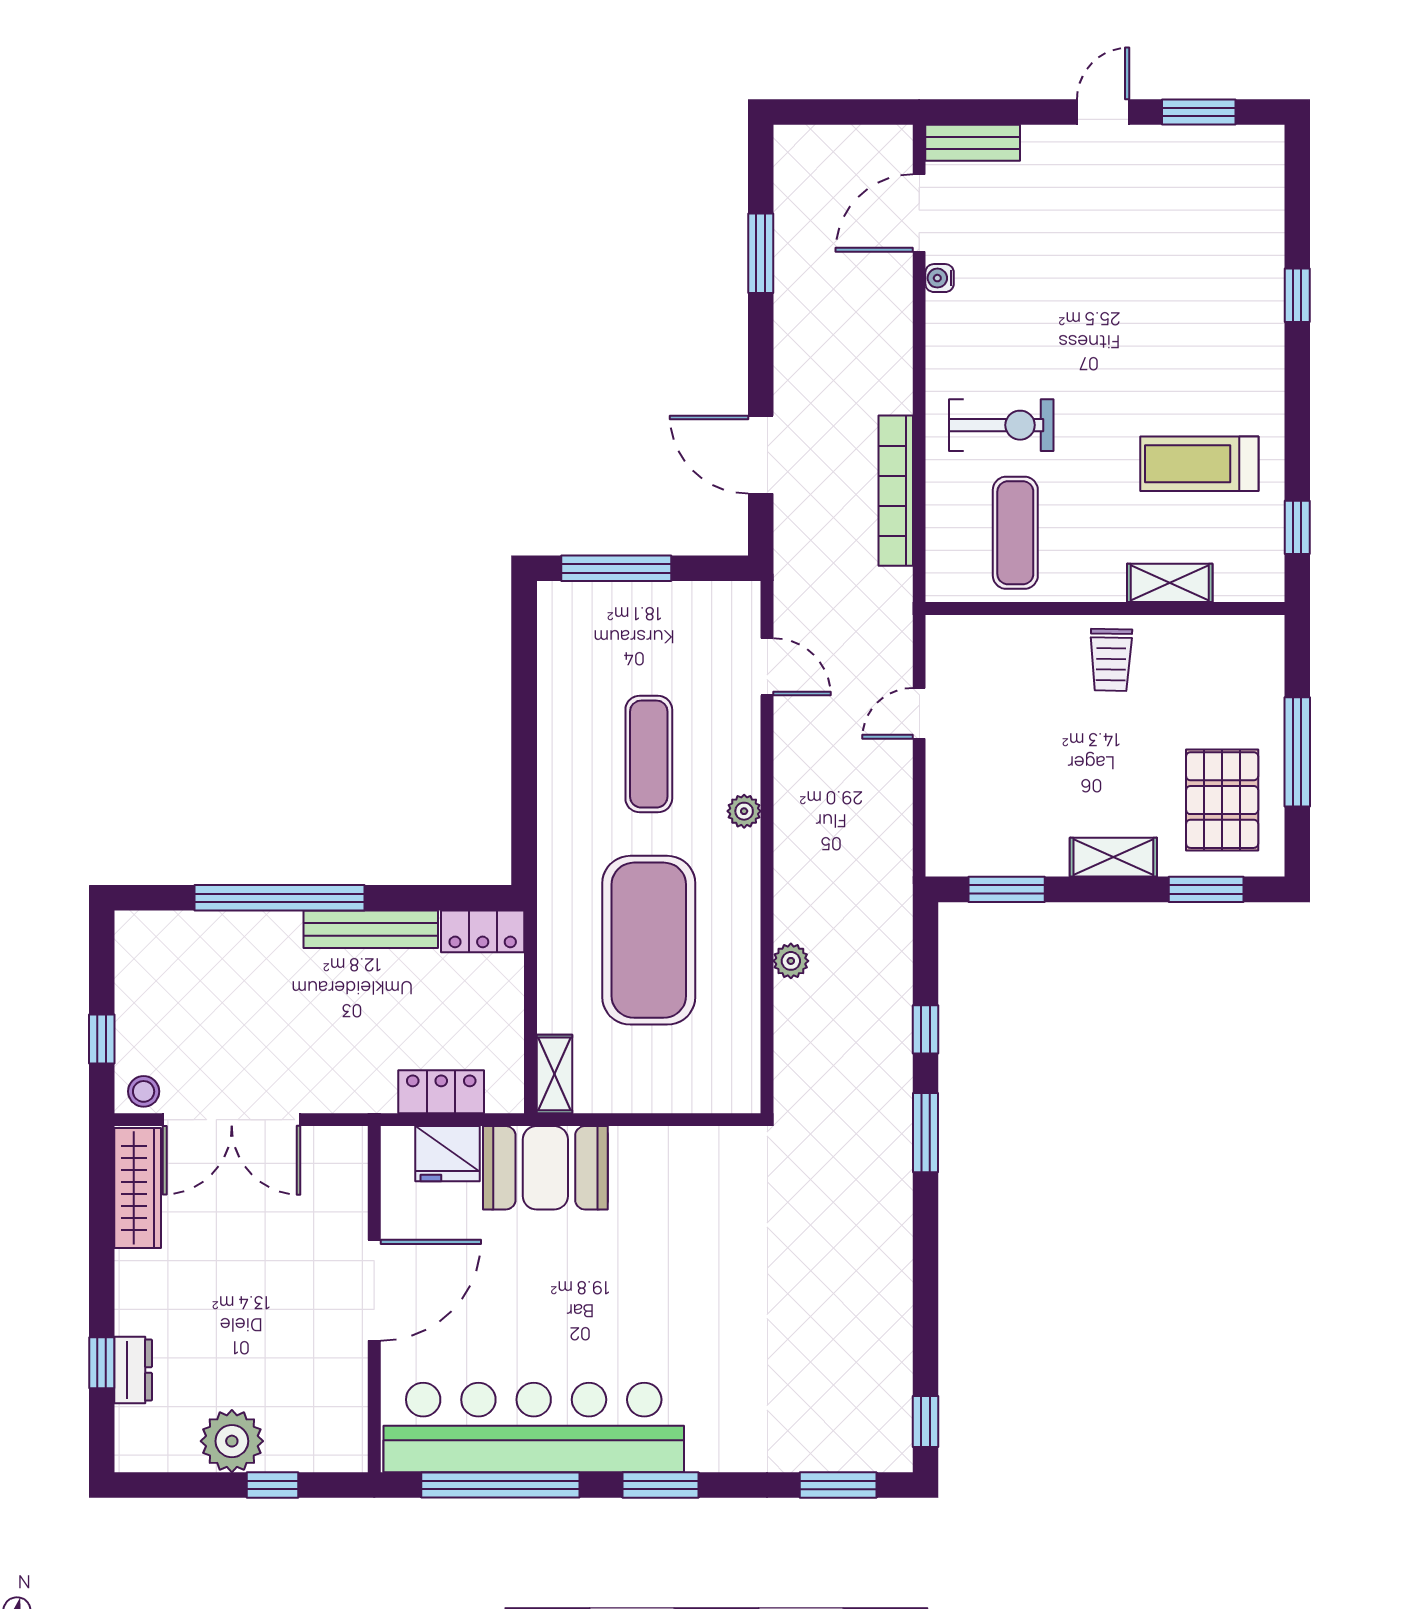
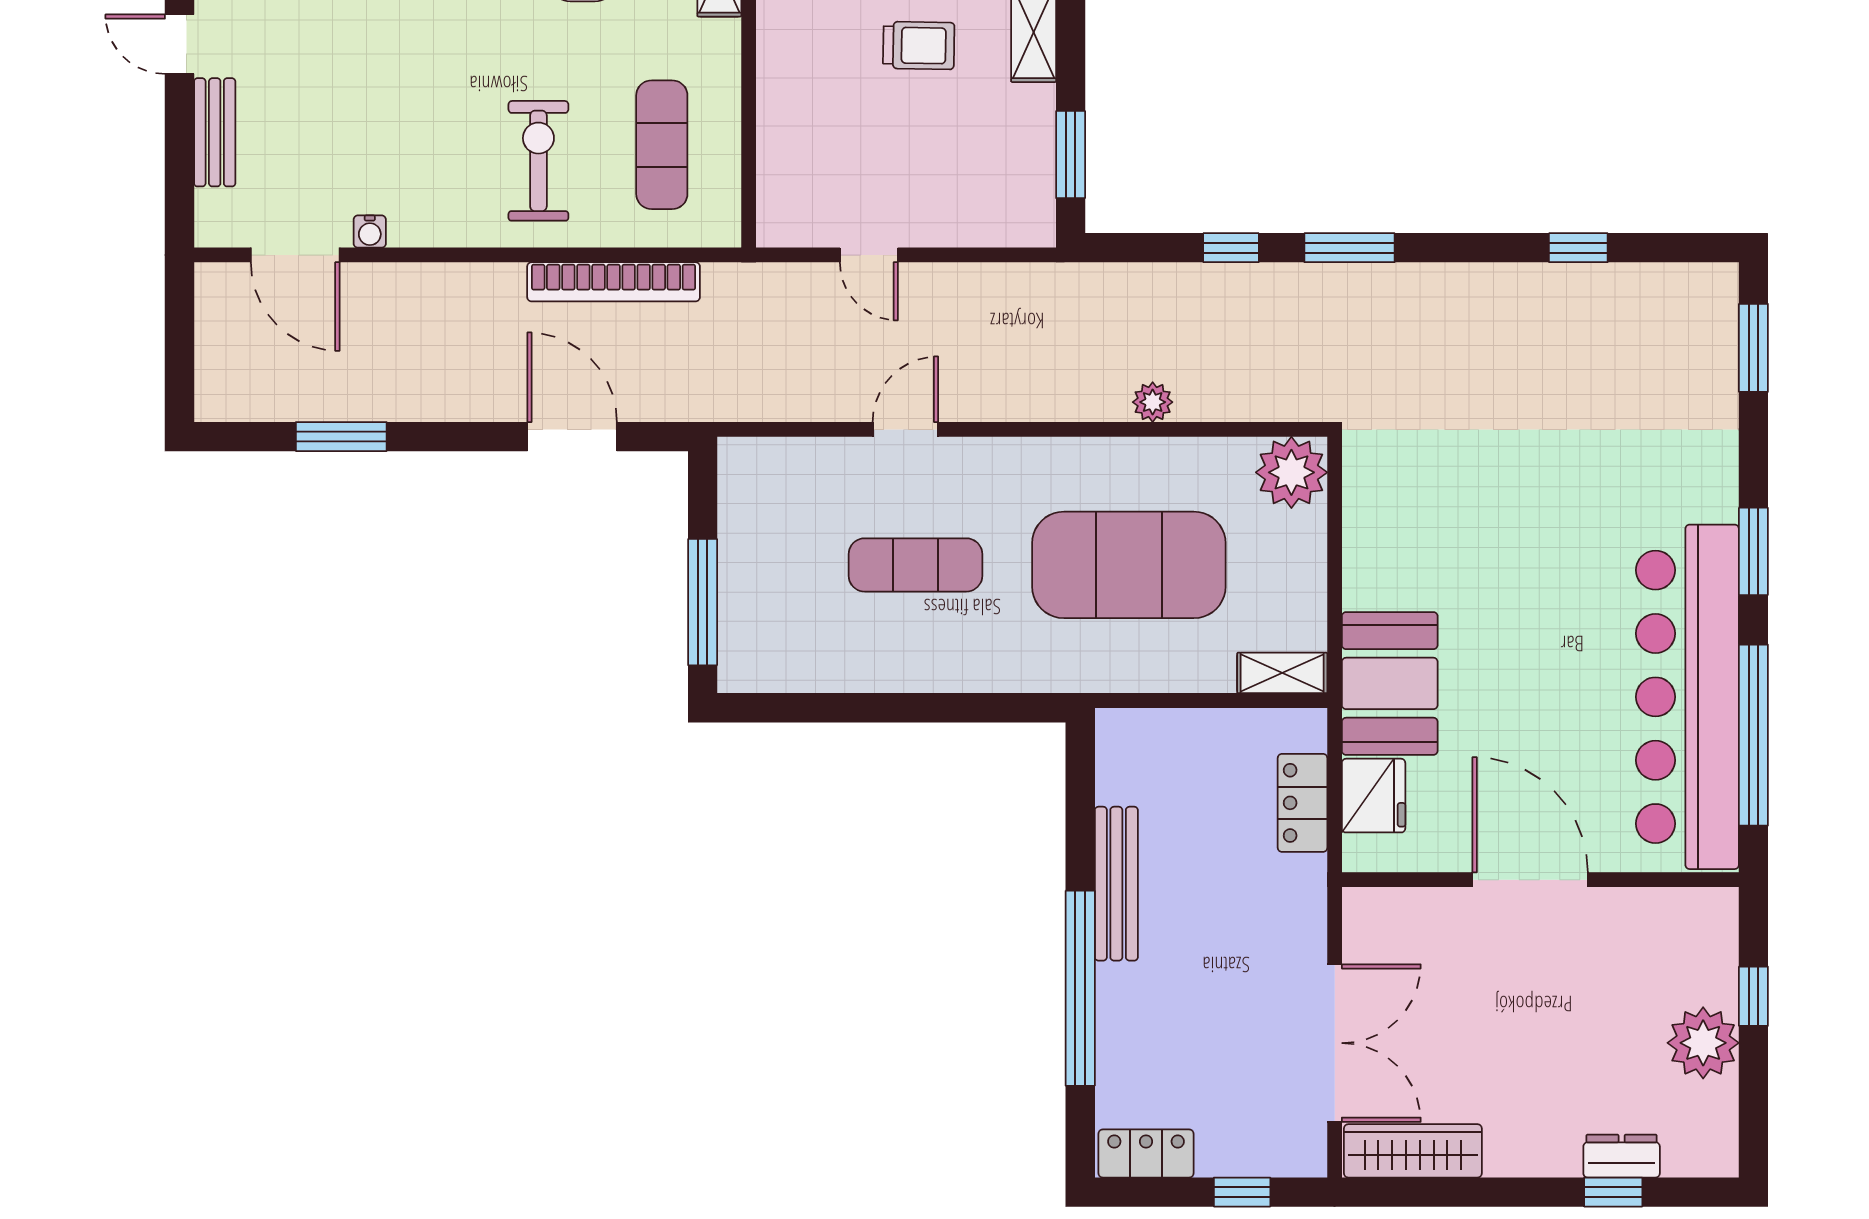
bench: (973, 143) -> (215, 132), moved
door: (761, 455) -> (572, 437), swing flipped
exercise mat: (1015, 533) -> (662, 145), turned 90
trolley: (1111, 660) -> (919, 45), moved
door: (767, 667) -> (905, 429), moved
plant: (744, 811) -> (1291, 472), moved, width x1.88, depth x1.88
locker: (483, 931) -> (1146, 1154), moved, turned -90
stool: (144, 1091) -> (1302, 1144), removed
window: (925, 1422) -> (1578, 248), moved

